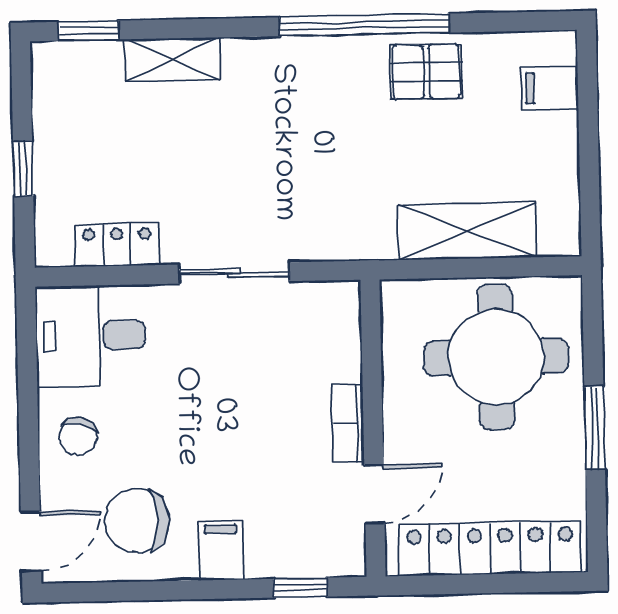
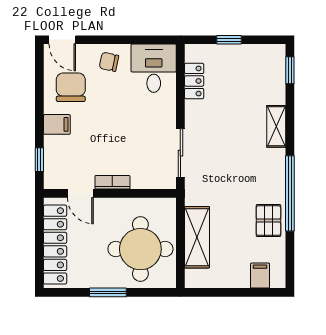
shelving: (173, 60) -> (276, 126), moved
sliding door: (234, 273) -> (180, 153), moved

